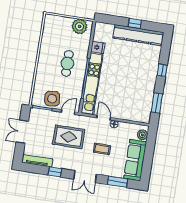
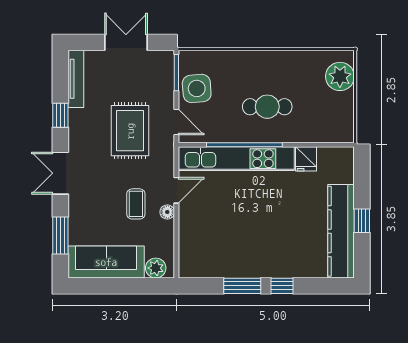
plant: (80, 26) -> (340, 76), moved
window: (157, 103) -> (242, 286), moved
coffee table: (102, 149) -> (136, 204), moved

